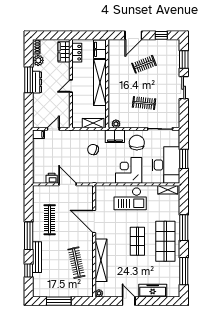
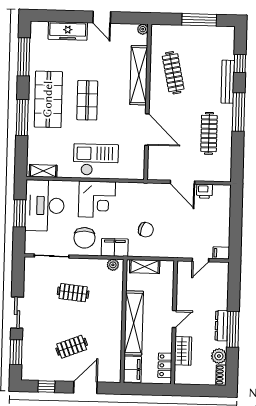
wardrobe: (64, 52) -> (183, 351), moved

